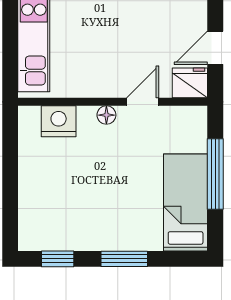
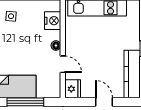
door: (215, 48) -> (104, 102), moved
side table: (50, 202) -> (11, 16), added

